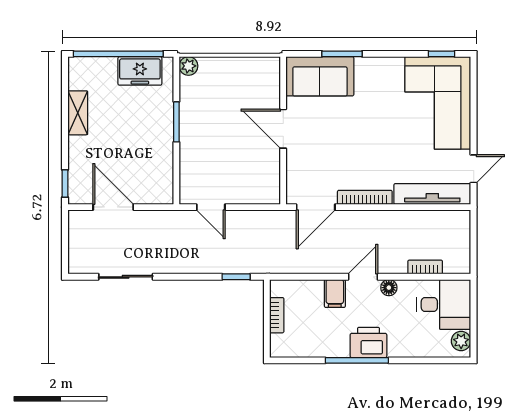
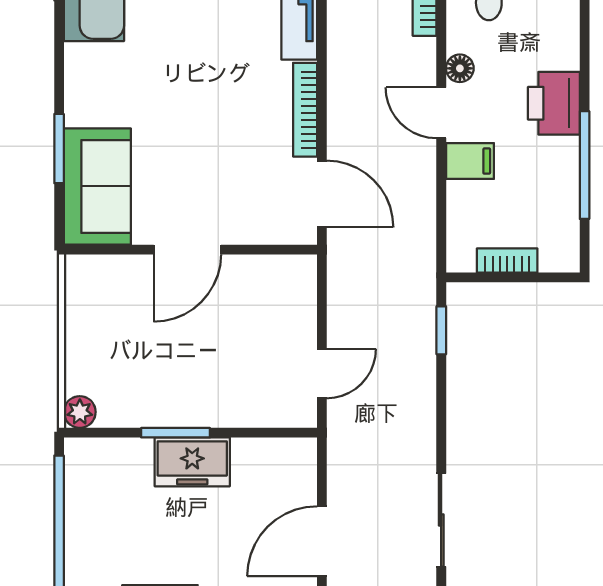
freezer: (140, 71) -> (192, 462), moved, turned 90
window: (357, 360) -> (585, 165), moved

